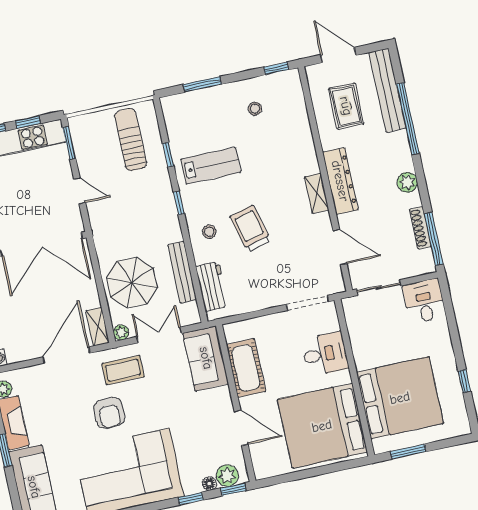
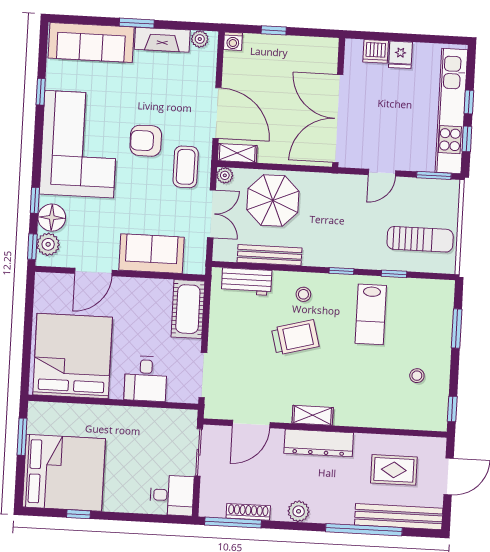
sofa: (206, 358) -> (151, 254), moved
cot: (246, 368) -> (188, 309), moved, turned 90
bed: (400, 398) -> (64, 473), moved, turned -90
floor lamp: (209, 484) -> (52, 218), width x1.89, depth x1.89

